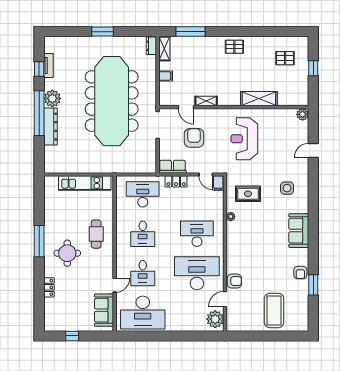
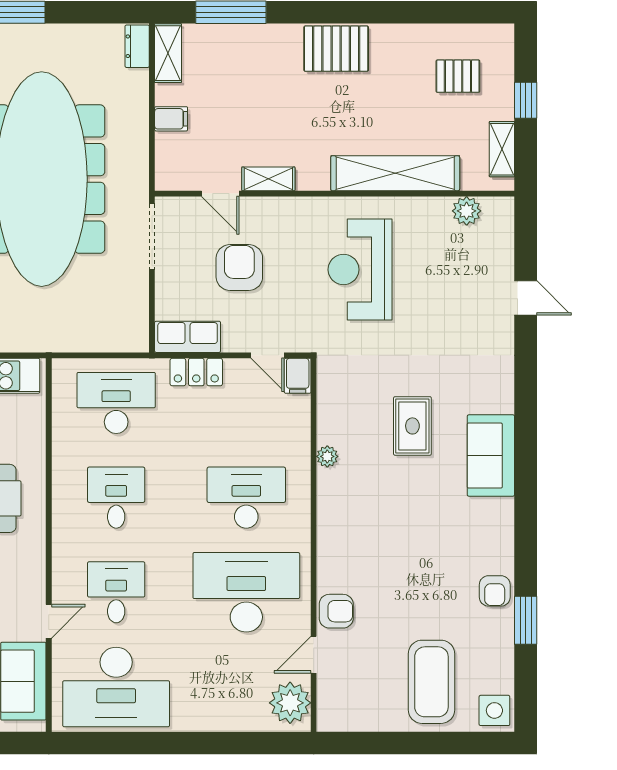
pallet: (234, 47) -> (336, 49), width x1.50, depth x1.42
shelving: (303, 89) -> (502, 149), added
shelving: (259, 99) -> (395, 173), width x1.47
plant: (303, 114) -> (467, 211), moved
door: (313, 151) -> (526, 298), swing flipped
side table: (287, 188) -> (494, 710), moved
rug: (248, 194) -> (412, 426), moved, turned 90
sofa: (299, 231) -> (491, 456), moved
desk: (143, 234) -> (116, 498), turned 180
desk: (143, 273) -> (116, 592), turned 180

